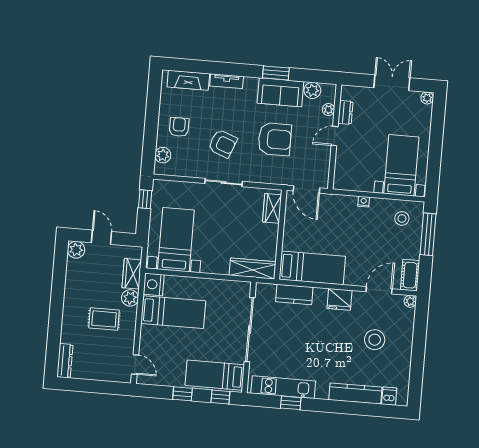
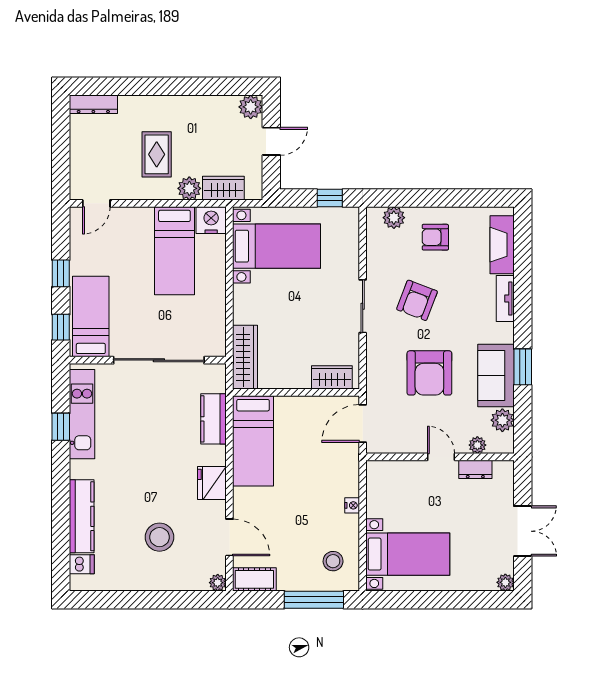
armchair: (179, 127) -> (435, 237), turned 180

